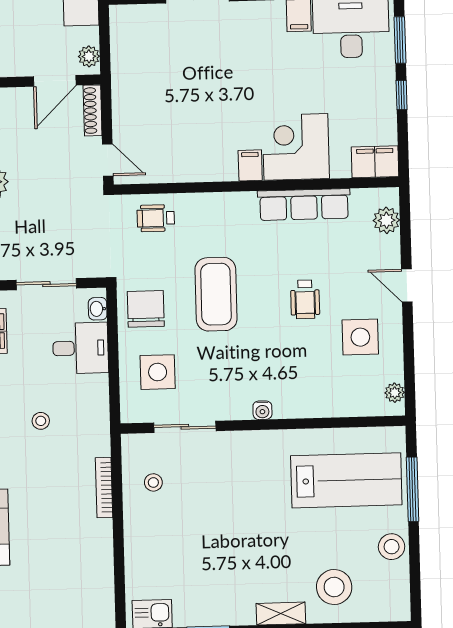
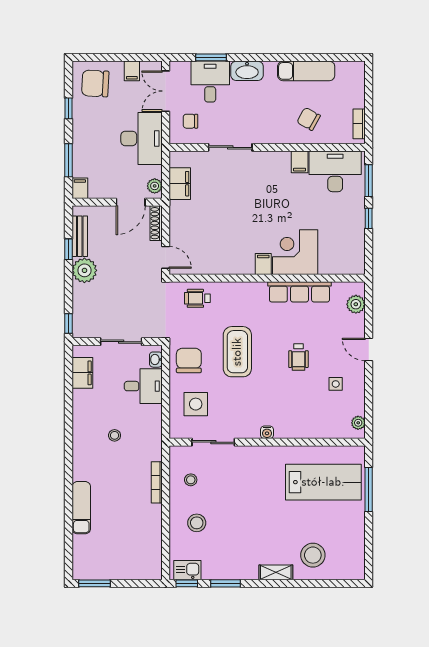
filing cabinet: (375, 162) -> (180, 184), moved, turned 90
side table: (360, 337) -> (336, 384), width x0.54, depth x0.54
stool: (392, 547) -> (197, 523), moved

